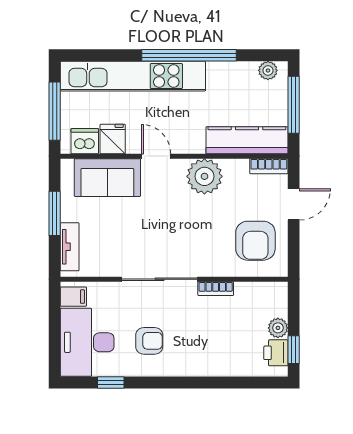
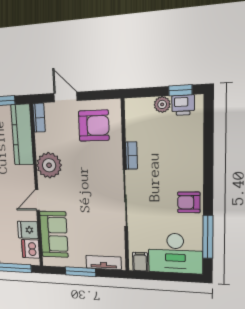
armchair: (149, 341) -> (189, 202), moved, turned -90
window: (111, 382) -> (208, 237), width x2.17

